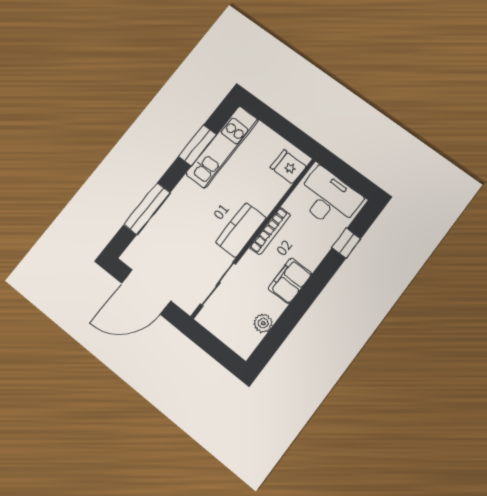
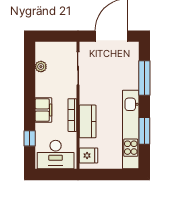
kitchen unit: (222, 147) -> (131, 130), width x1.36
kitchen counter: (241, 230) -> (88, 121), moved
filing cabinet: (290, 281) -> (43, 110), moved

